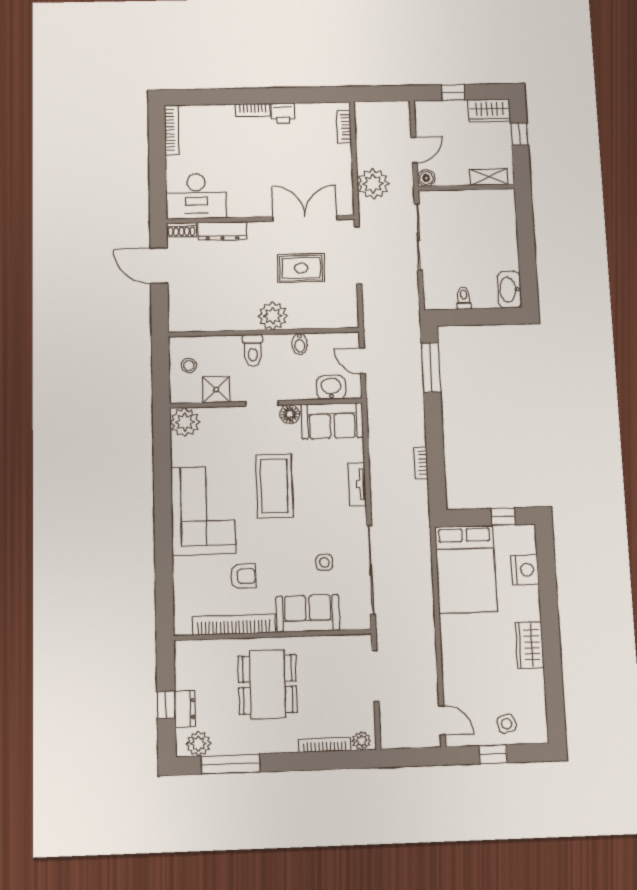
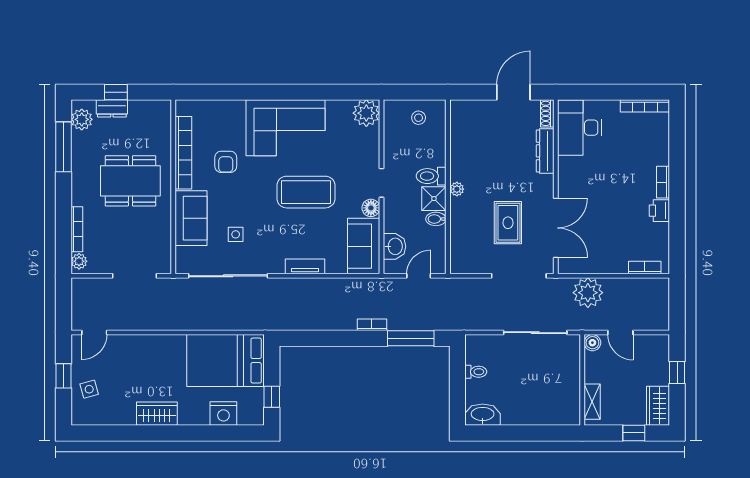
plant: (273, 316) -> (457, 189), width x0.53, depth x0.53
shower: (216, 390) -> (434, 199), moved
bookcase: (421, 463) -> (372, 325), moved

